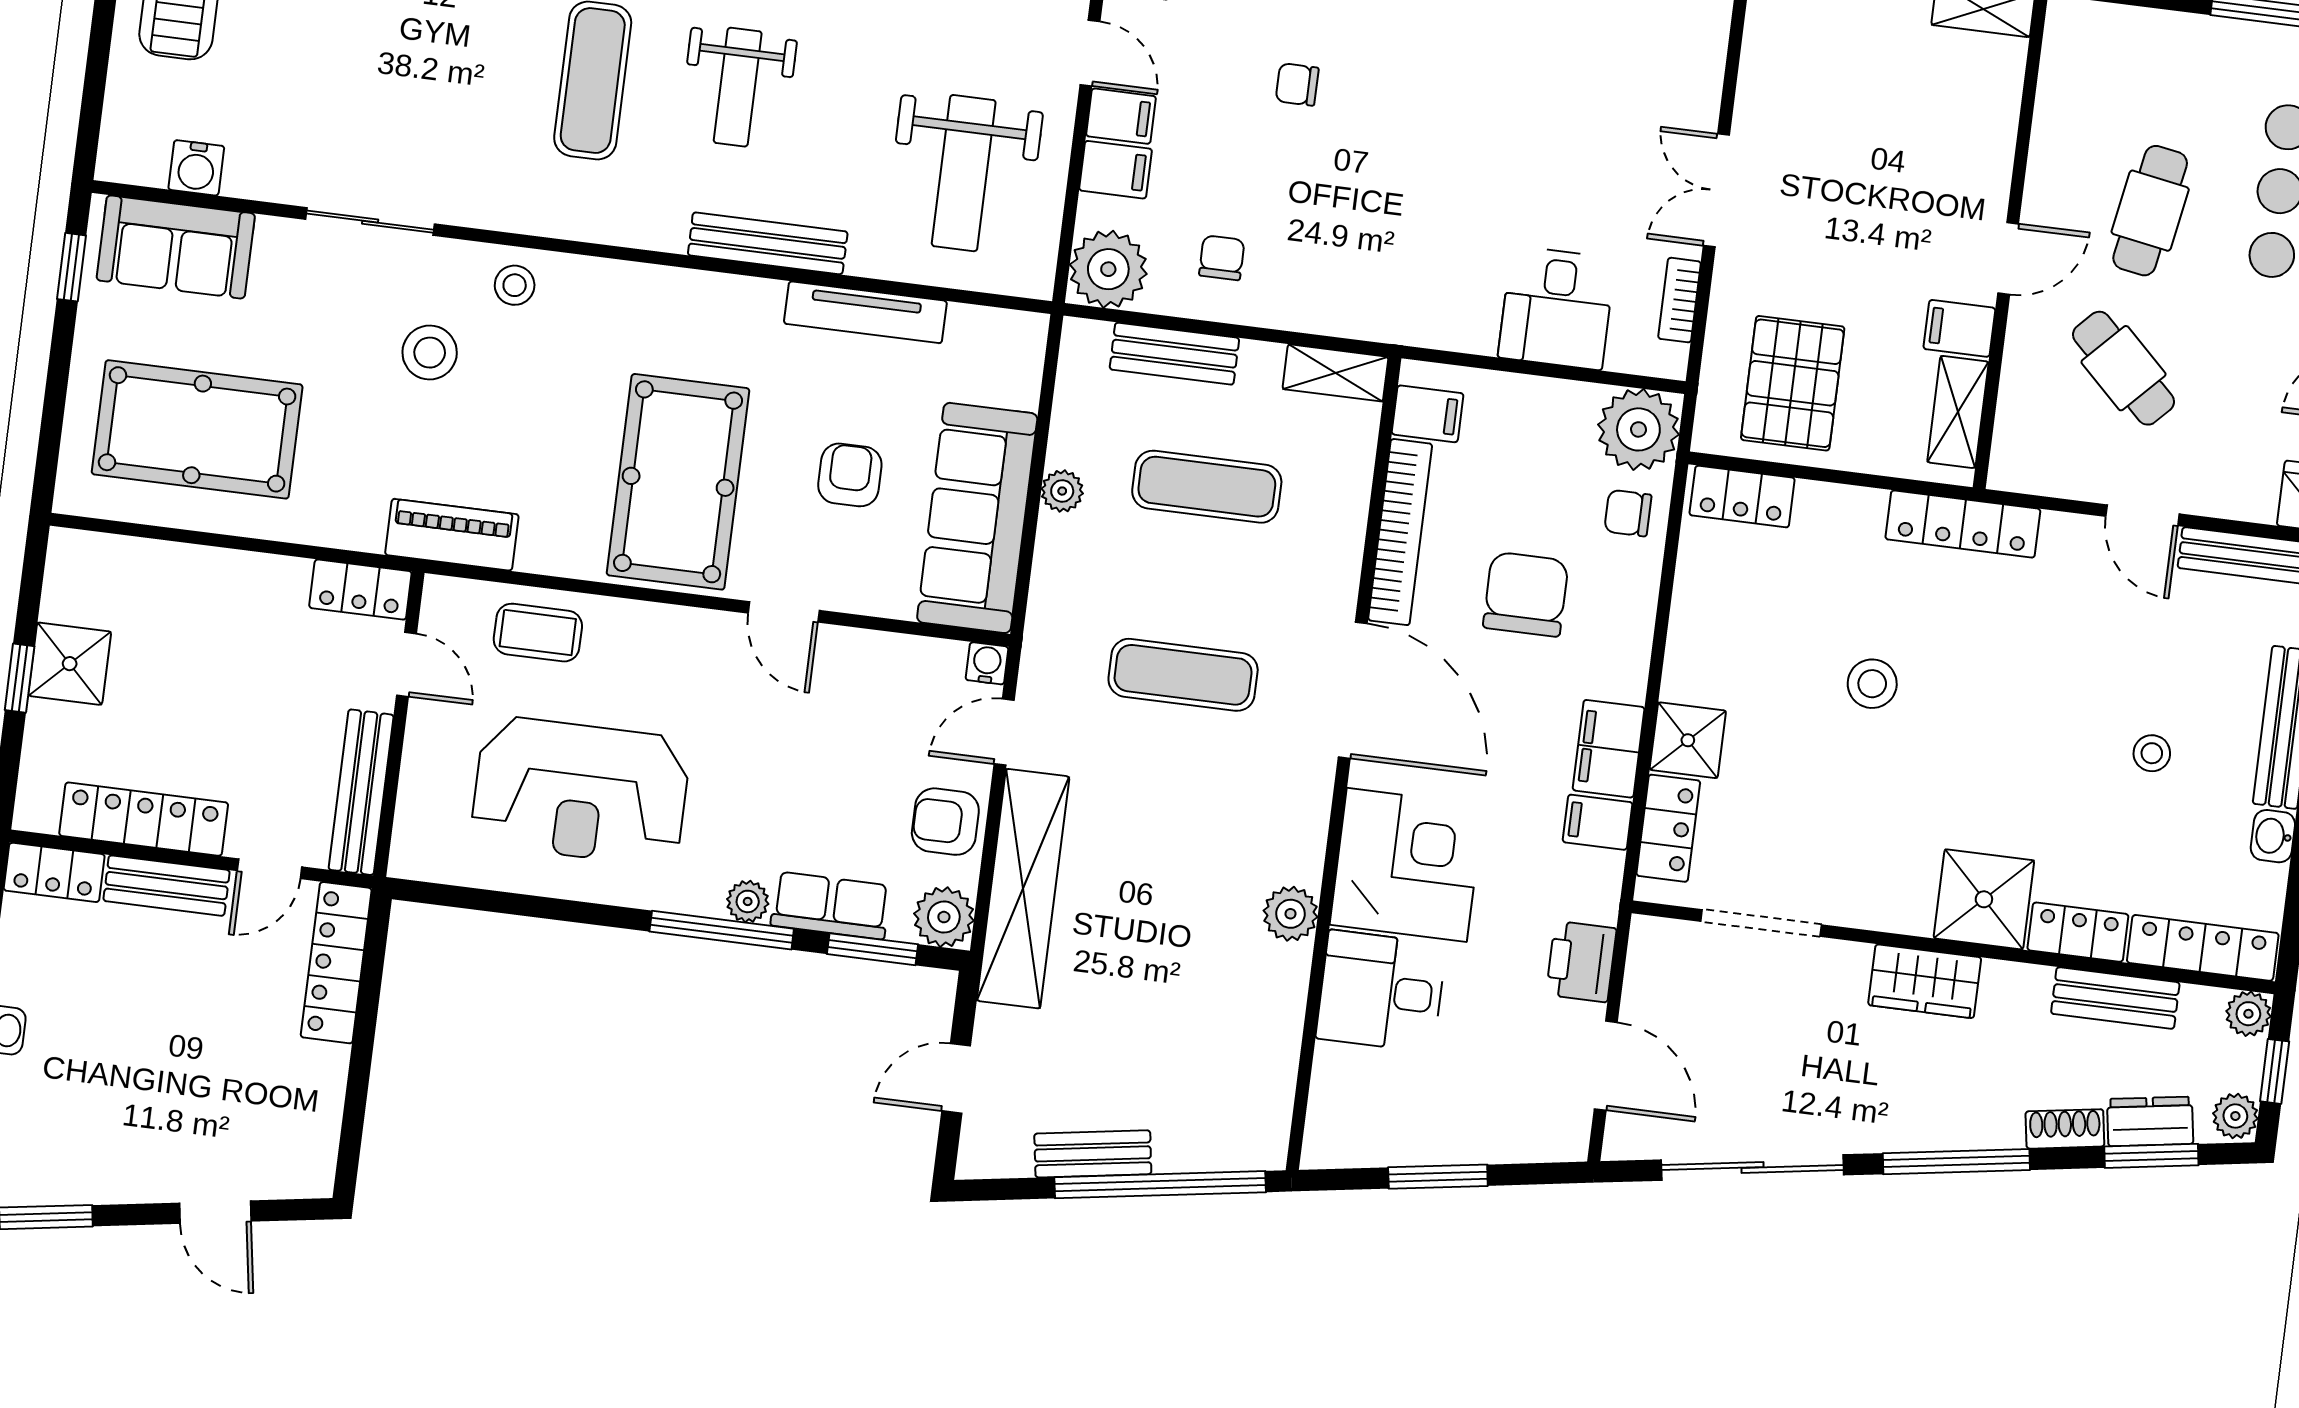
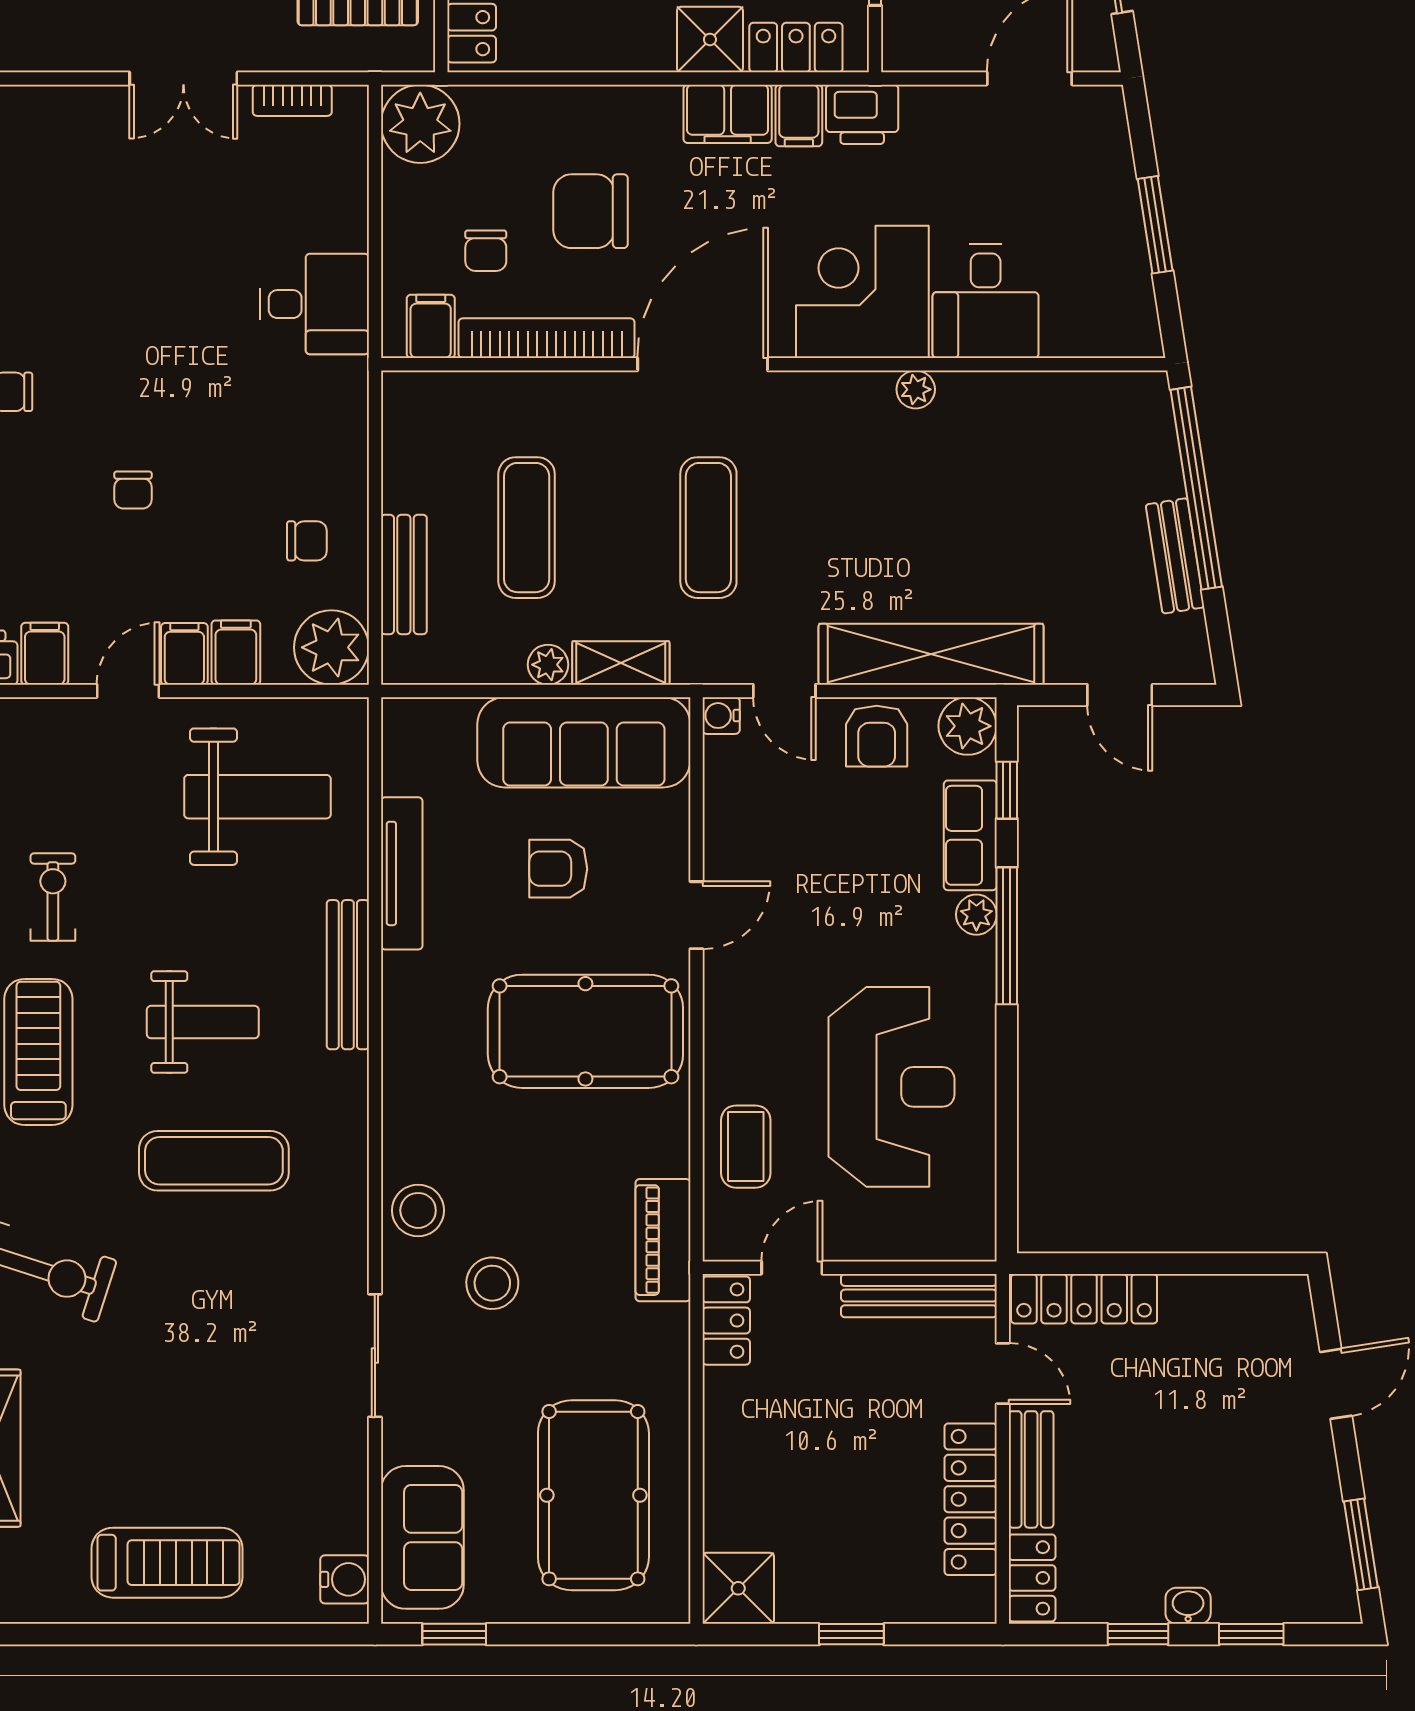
water cooler: (196, 168) -> (345, 1579), moved
chair: (1222, 258) -> (307, 541), turned 180
stool: (515, 285) -> (418, 1210), width x1.37, depth x1.37
desk: (1557, 308) -> (314, 304), moved
shelving: (1335, 373) -> (621, 663), moved, turned 90
chair: (1628, 513) -> (486, 251), moved
shower: (70, 664) -> (738, 1588), moved
plant: (1291, 914) -> (916, 389), width x0.73, depth x0.73
window: (873, 949) -> (1007, 790), width x0.67
printer: (1581, 962) -> (862, 114), moved

